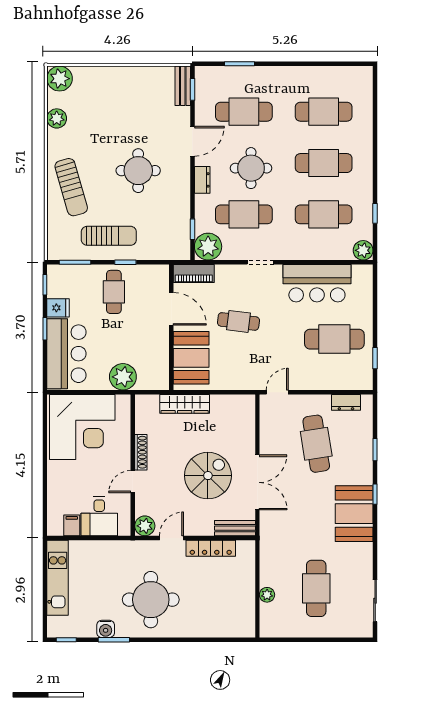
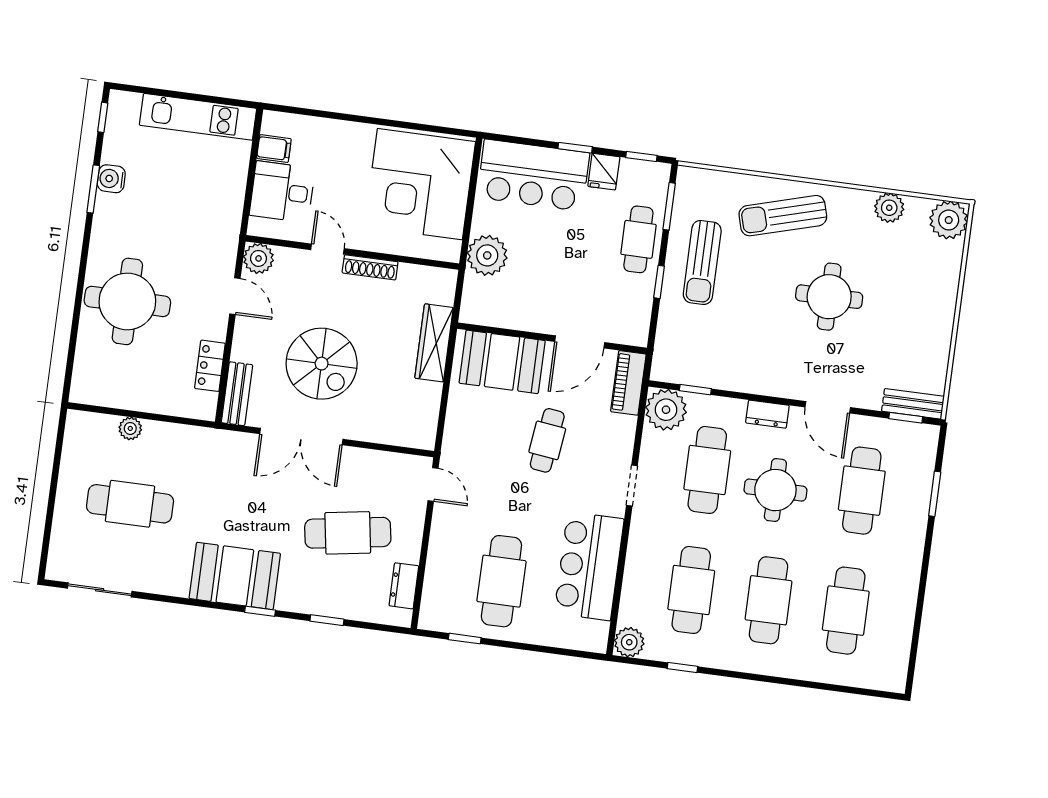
round table: (138, 171) -> (829, 297), moved
cafe table: (114, 292) -> (638, 239), moved, turned 90
locker: (211, 548) -> (210, 366), width x0.66
round table: (151, 600) -> (127, 301), moved

